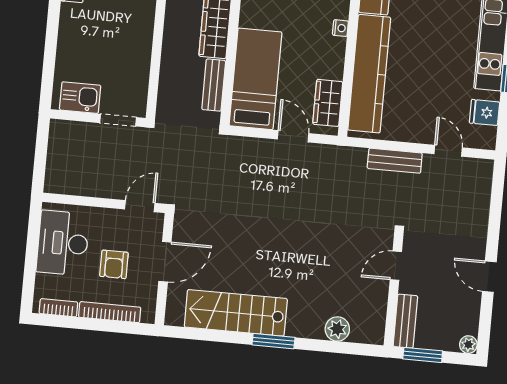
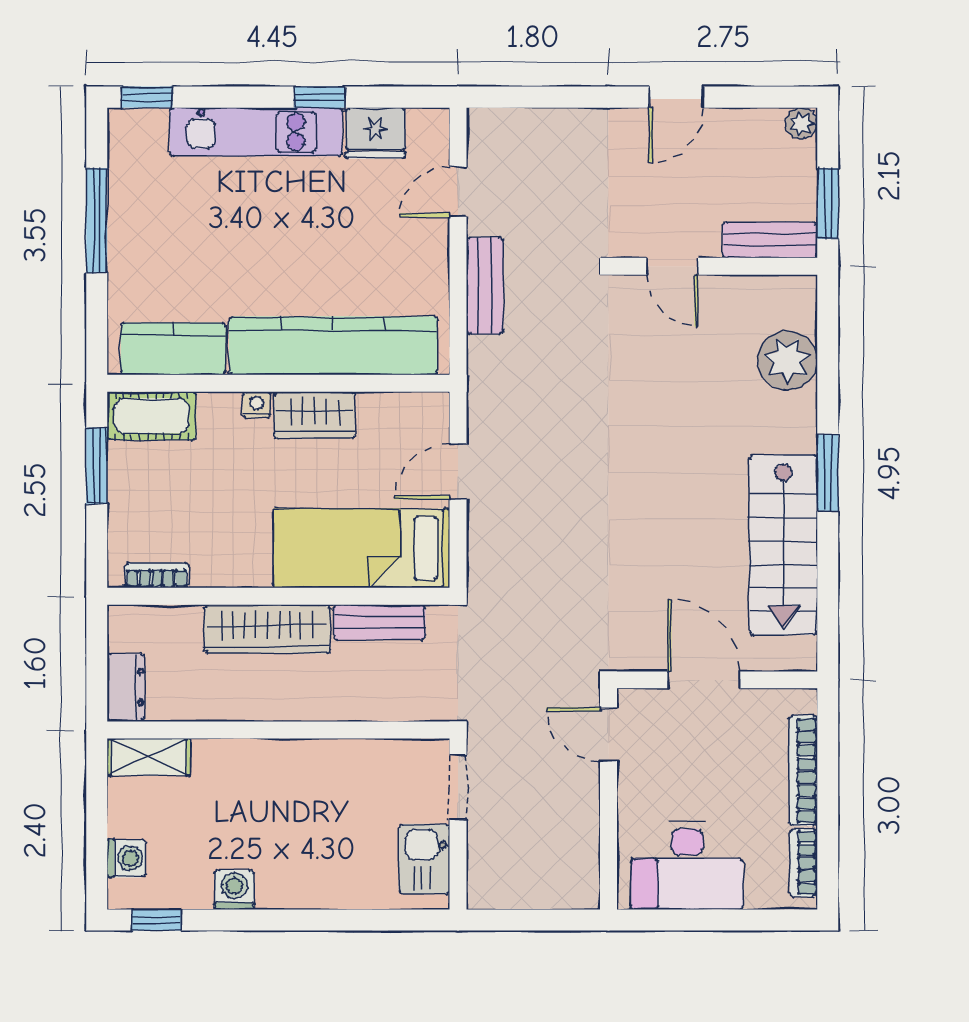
wardrobe: (328, 103) -> (314, 415), moved
fridge: (484, 112) -> (375, 133), width x1.38
armchair: (114, 264) -> (717, 771), removed
plant: (337, 329) -> (788, 360), width x1.36, depth x1.36

